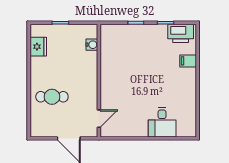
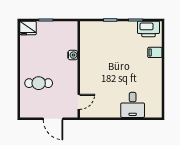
water cooler: (92, 45) -> (73, 55), moved
fridge: (38, 47) -> (28, 28), moved, turned 90

